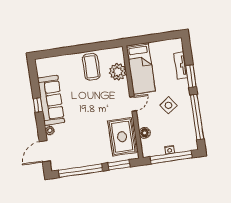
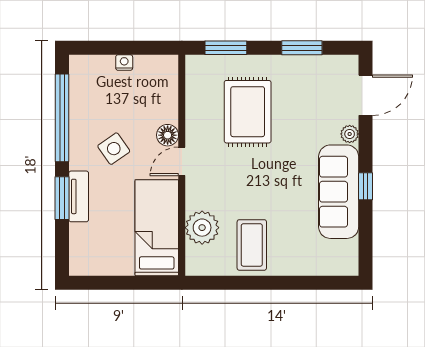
tv unit: (181, 65) -> (79, 196), moved
floor lamp: (145, 133) -> (168, 135), moved
rug: (122, 137) -> (248, 112), moved
window: (171, 157) -> (124, 48), removed
window: (81, 171) -> (302, 48), width x0.47

